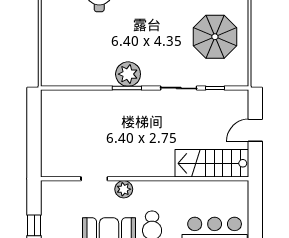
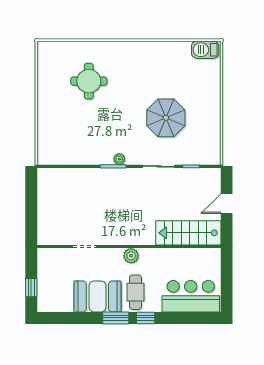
parasol: (215, 37) -> (166, 118), moved
plant: (128, 74) -> (119, 159), width x0.53, depth x0.53
plant: (124, 189) -> (131, 256), moved

